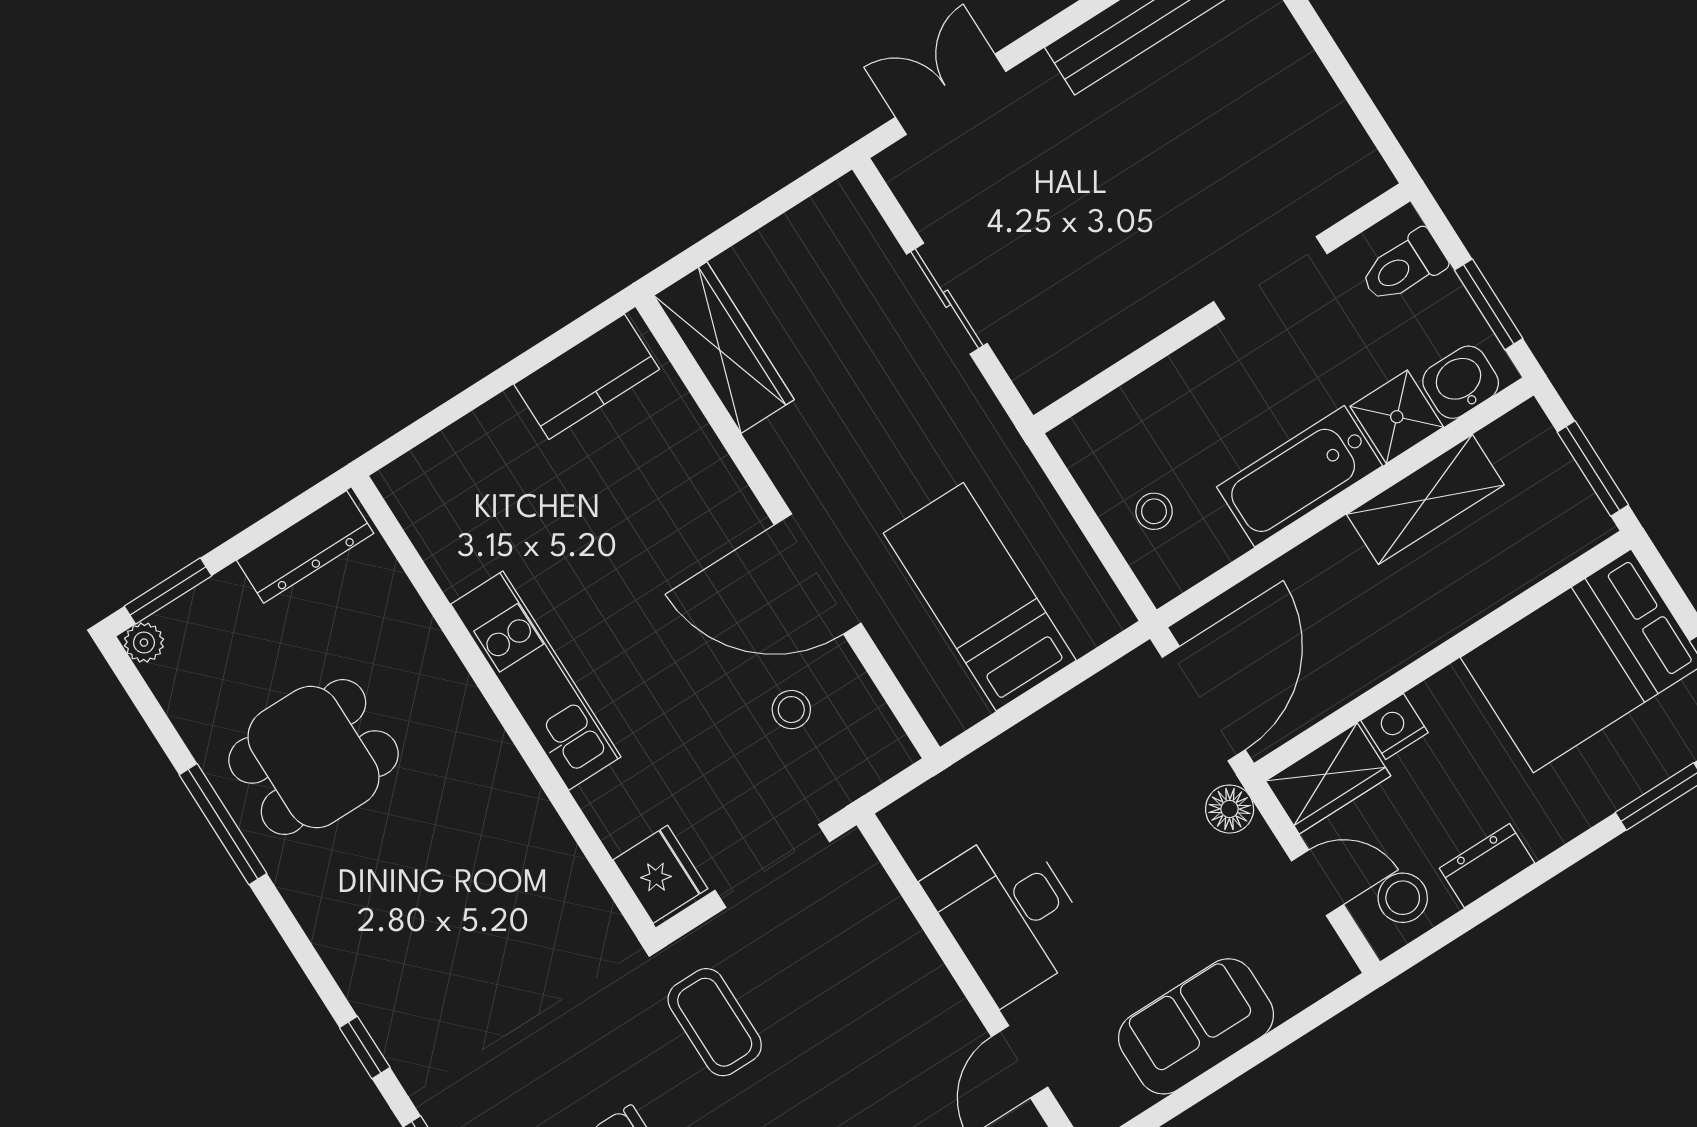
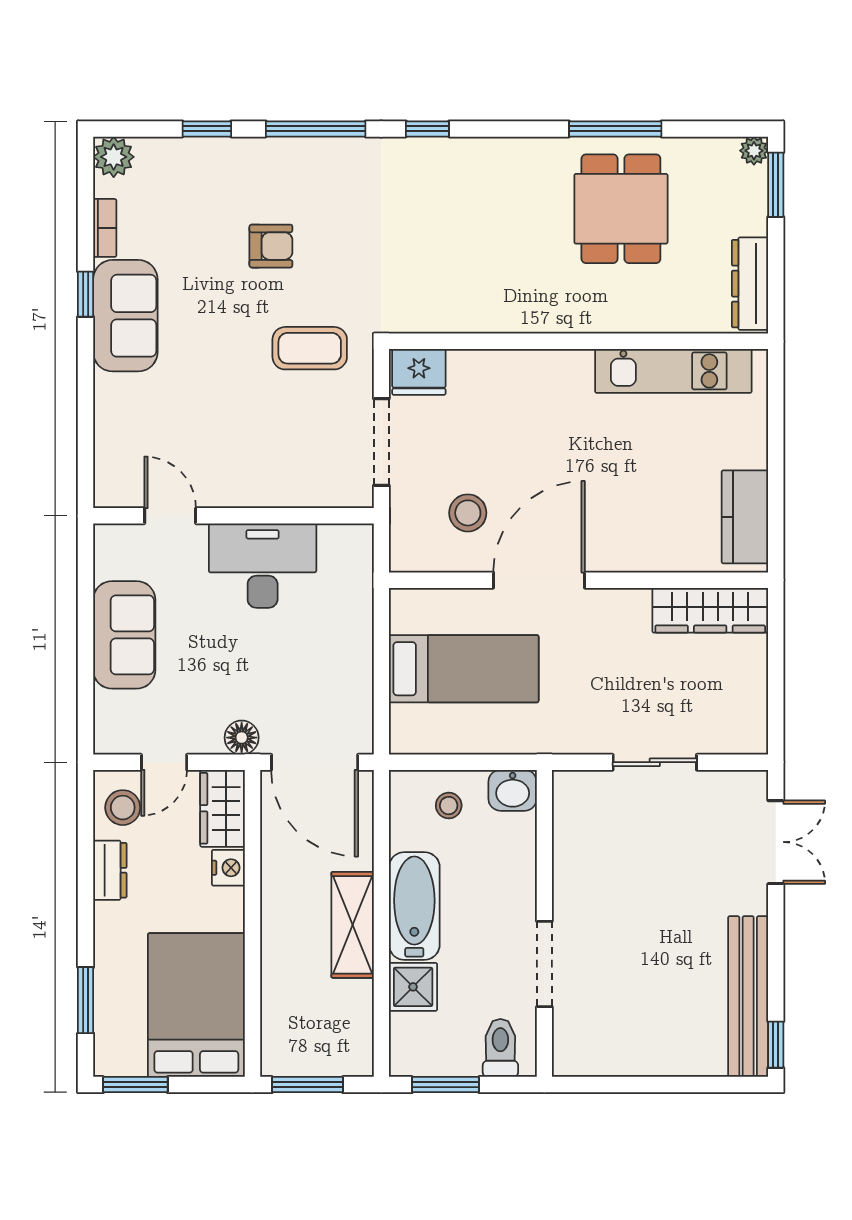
washbasin: (1461, 382) -> (513, 790), moved, turned 90
shelving: (1425, 500) -> (353, 925), moved
kitchen unit: (536, 681) -> (673, 371), moved
stool: (791, 710) -> (468, 513), width x1.37, depth x1.37

